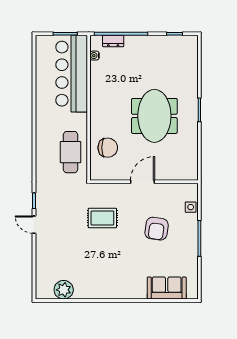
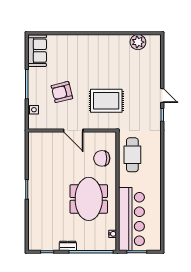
dresser: (113, 41) -> (68, 246), moved
meeting table: (154, 116) -> (89, 199), moved
door: (143, 182) -> (73, 130), hinge flipped
rug: (102, 218) -> (106, 101), width x1.36, depth x1.43
armchair: (157, 229) -> (62, 92), turned -112
sofa: (167, 288) -> (37, 51), moved, turned -90

